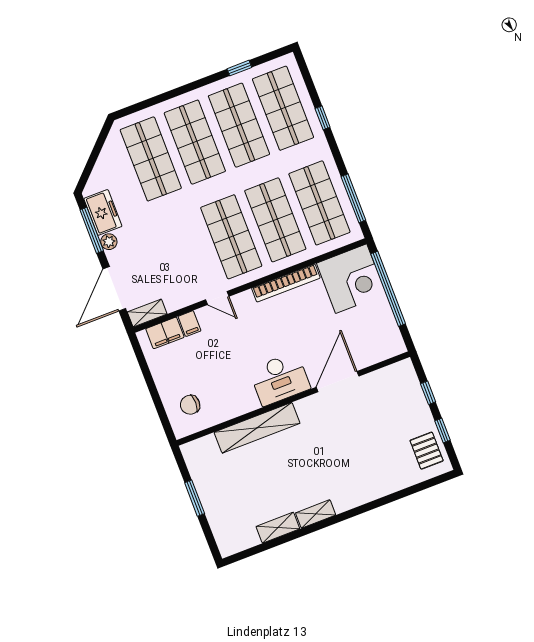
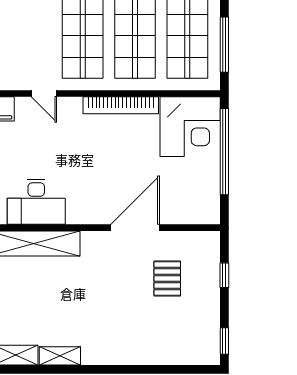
desk: (280, 379) -> (36, 202), moved
window: (443, 430) -> (224, 341), moved
pallet: (427, 451) -> (167, 278), moved

